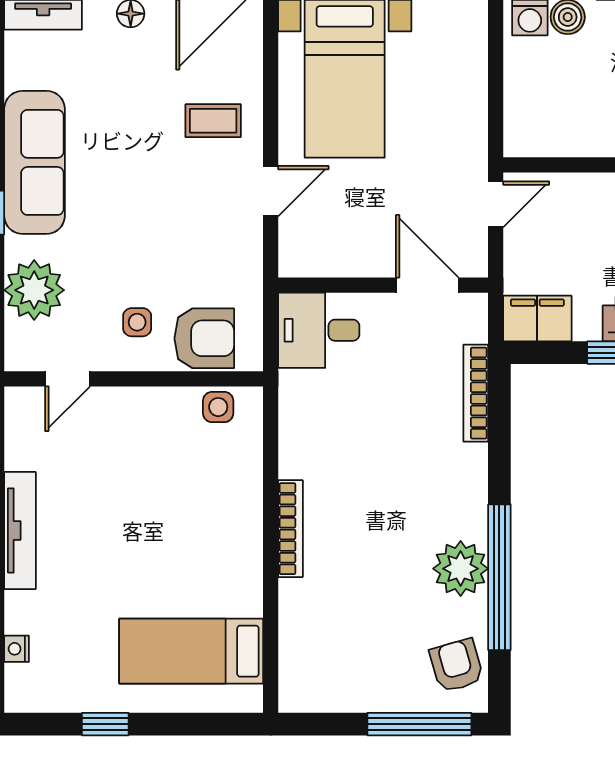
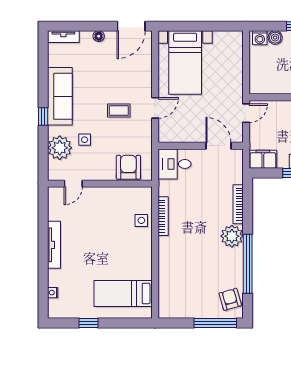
coffee table: (213, 121) -> (119, 111), moved
side table: (137, 322) -> (85, 140), moved
armchair: (204, 338) -> (128, 167), turned -90
bookcase: (476, 393) -> (238, 204), moved
side table: (218, 407) -> (141, 220), moved
bookcase: (290, 529) -> (163, 216), moved
plant: (461, 569) -> (232, 236), moved

